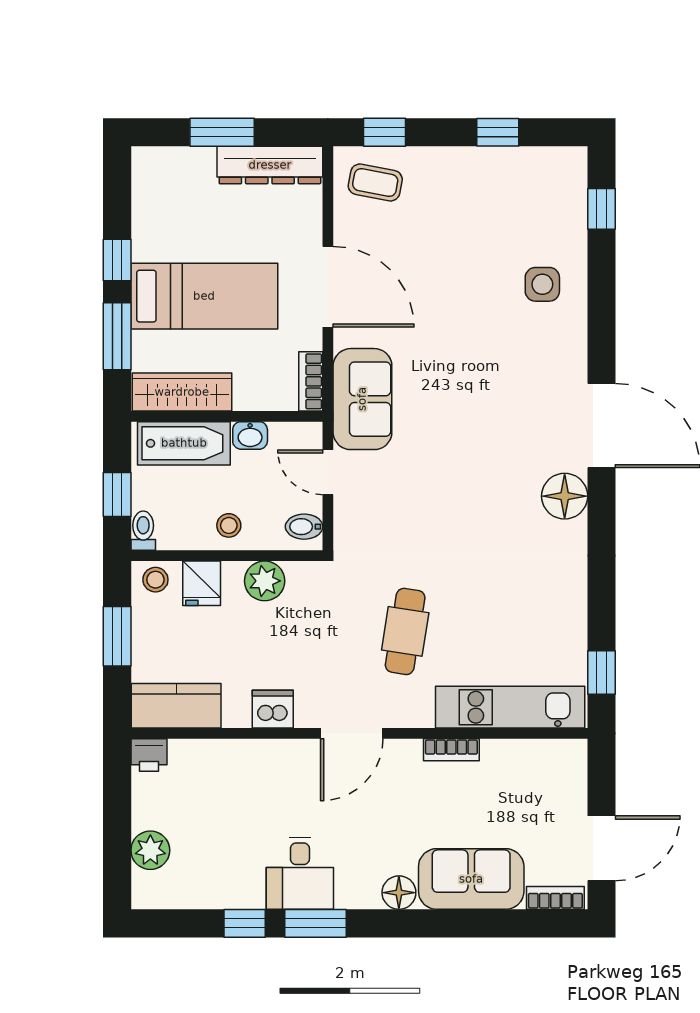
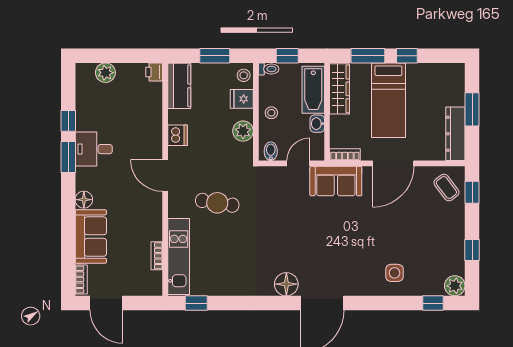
plant: (568, 166) -> (455, 286), added
coffee table: (375, 182) -> (446, 188), turned -48
bookcase: (451, 750) -> (157, 256), moved

